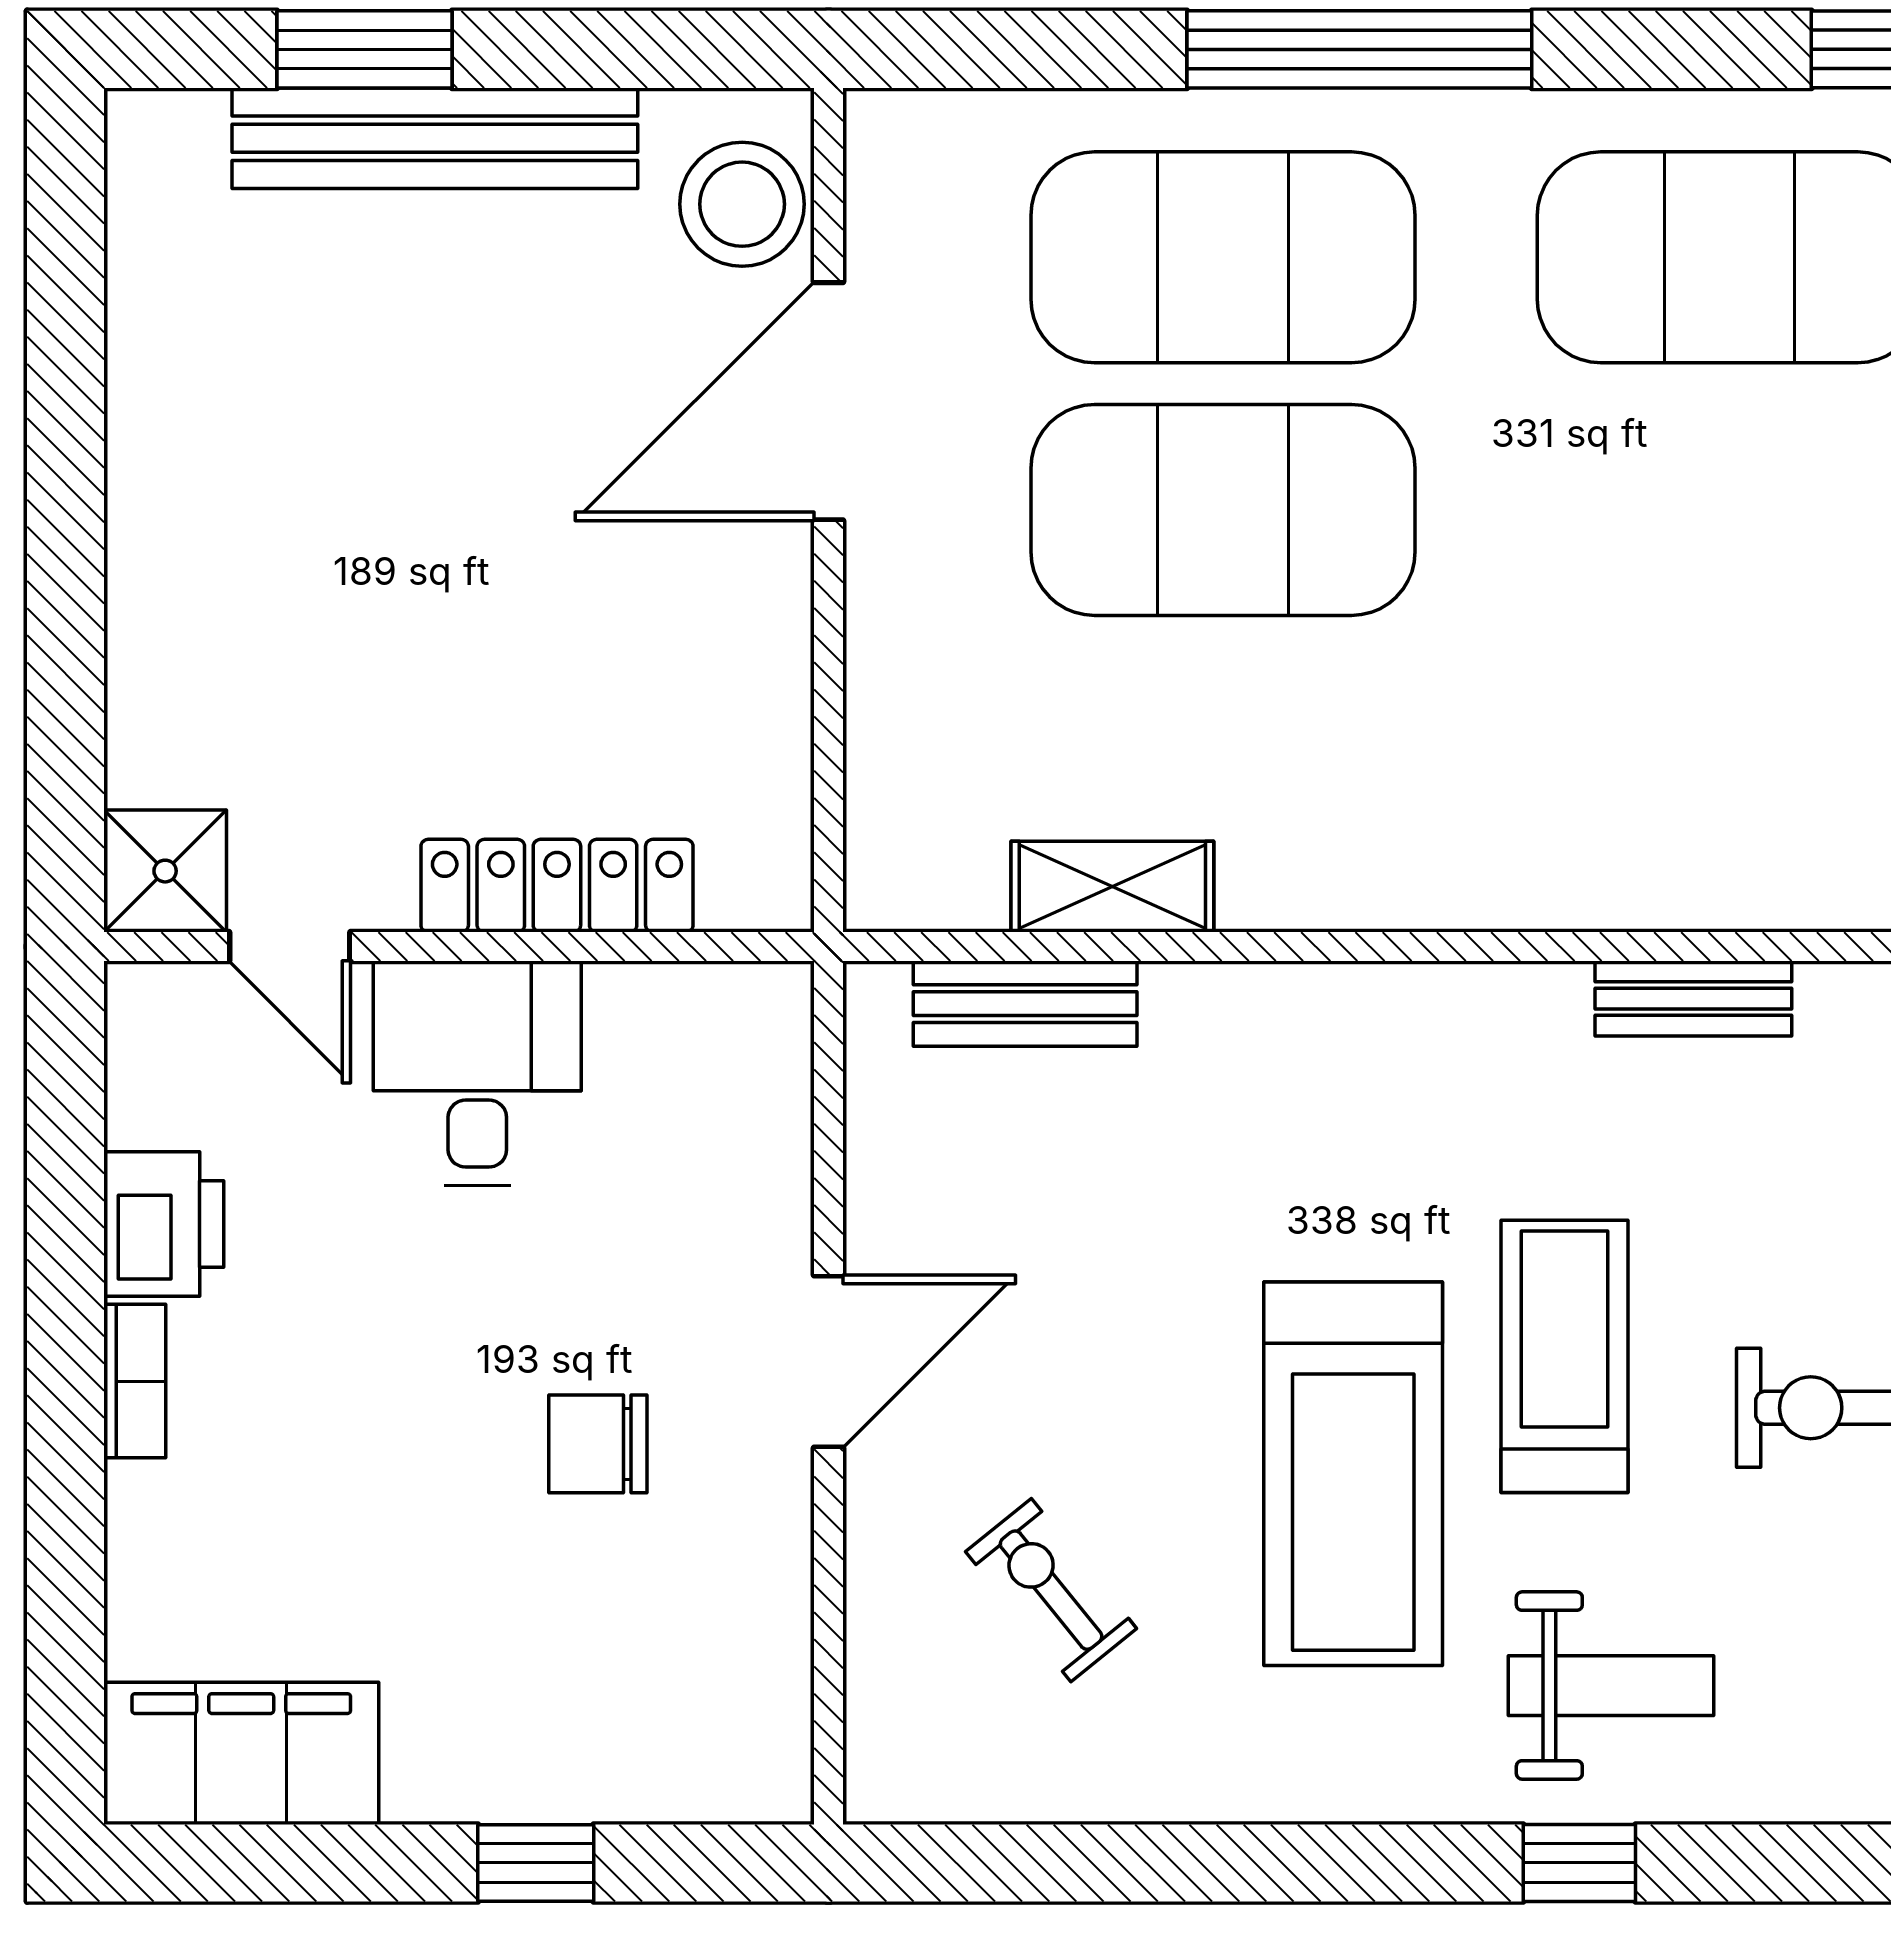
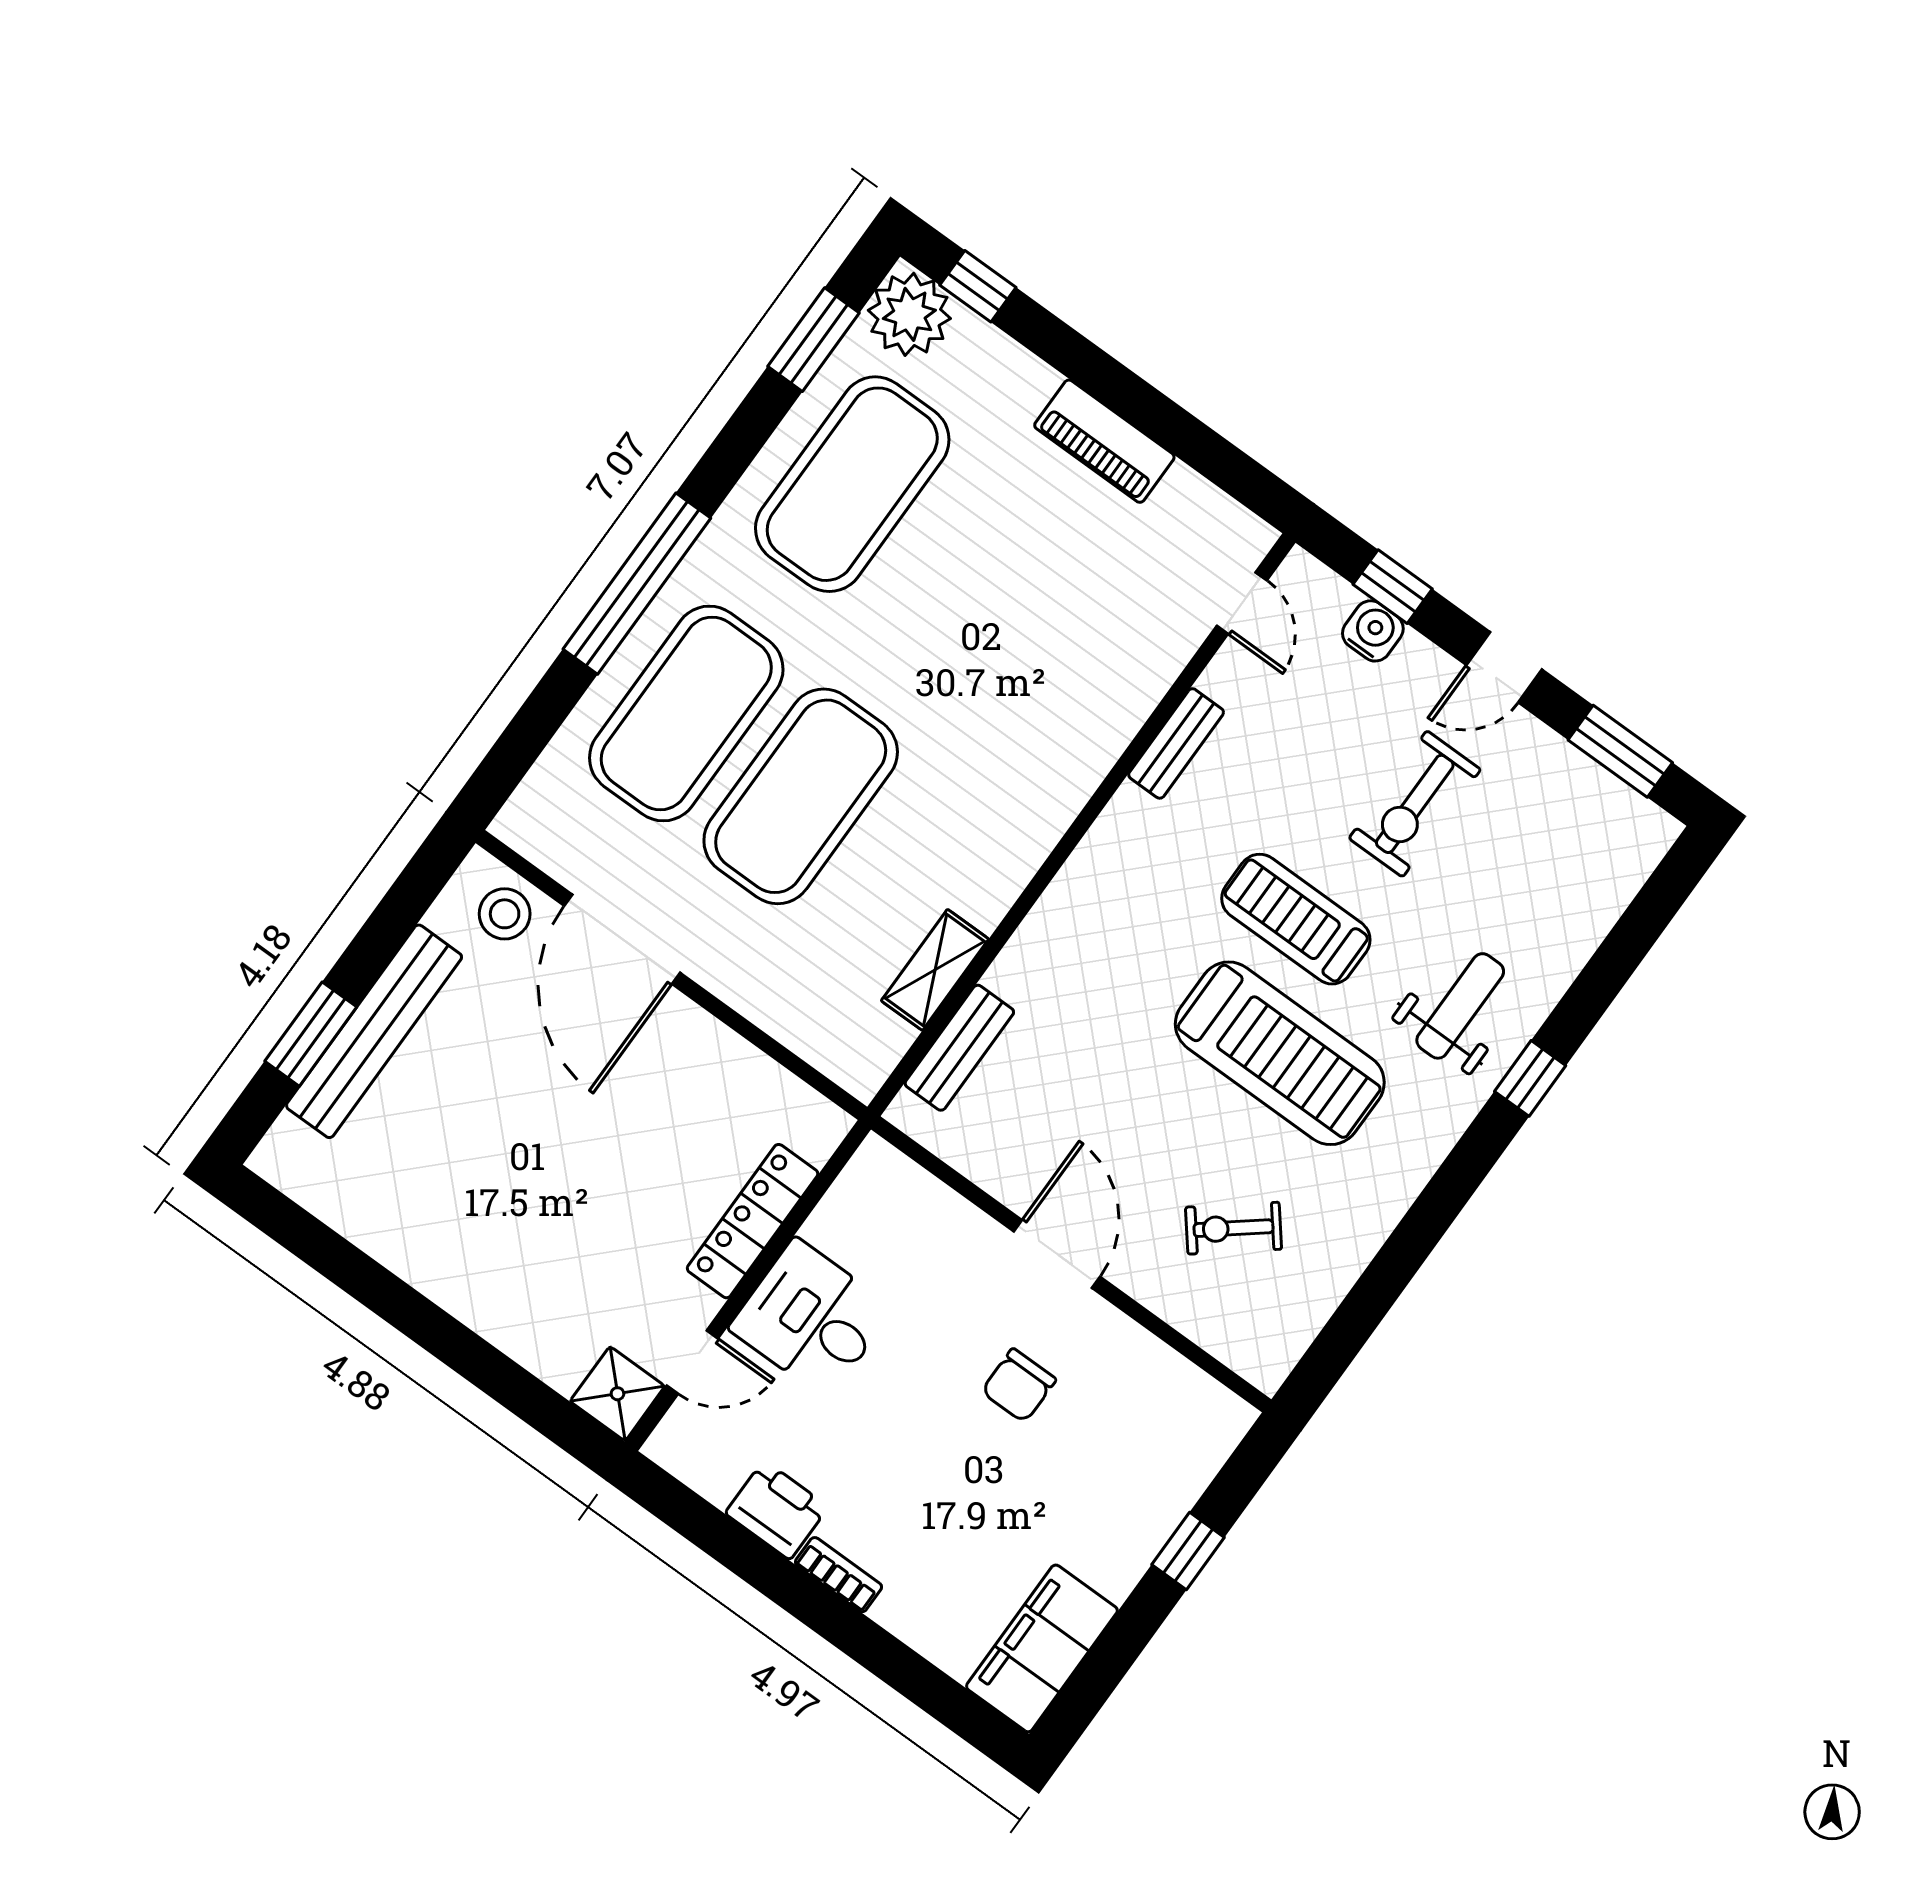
stool: (742, 204) -> (505, 914), width x0.73, depth x0.73

